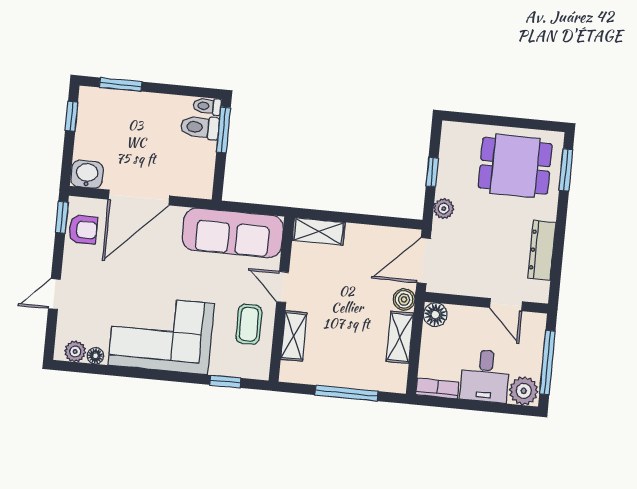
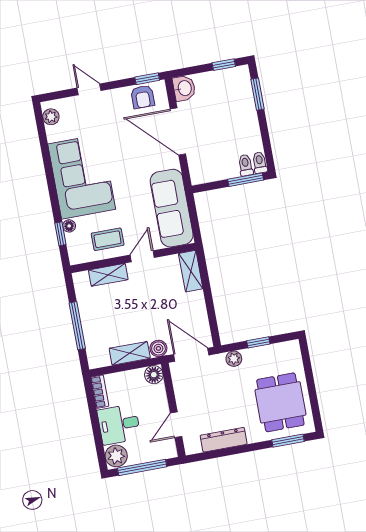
toilet: (200, 127) -> (246, 165), width x0.73, depth x0.72
floor lamp: (95, 356) -> (69, 226), moved

